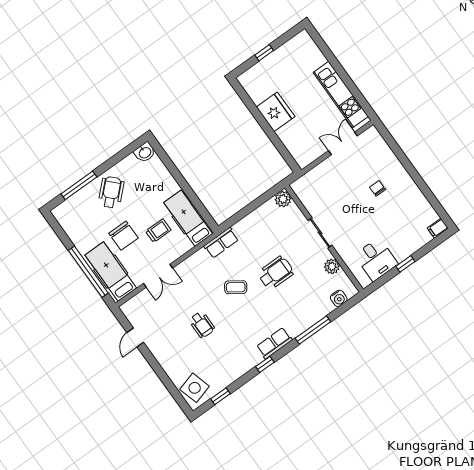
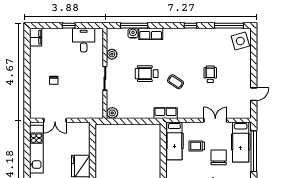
filing cabinet: (438, 228) -> (36, 37), width x2.00
water cooler: (339, 298) -> (133, 33), moved
window: (313, 330) -> (134, 26), moved
row of seats: (274, 343) -> (151, 34), moved
window: (220, 396) -> (229, 26), width x2.17

